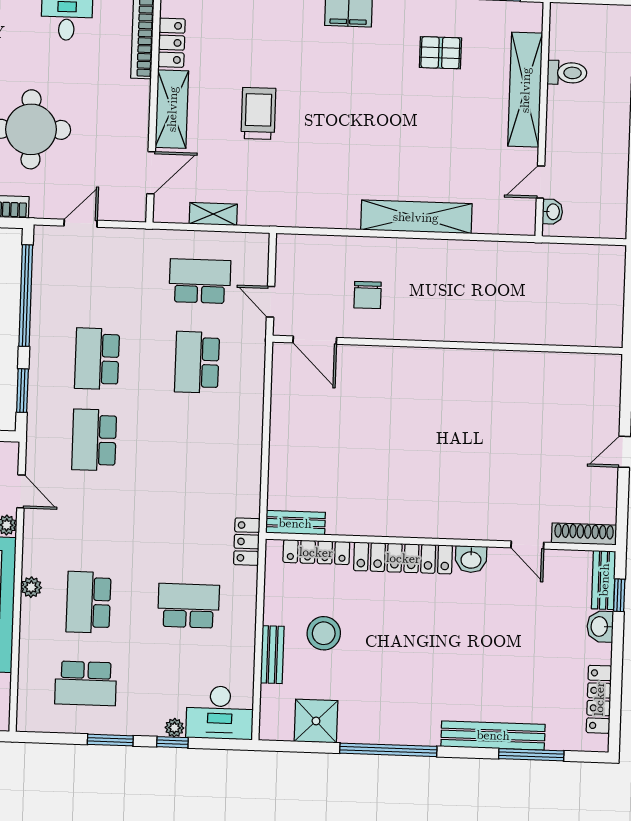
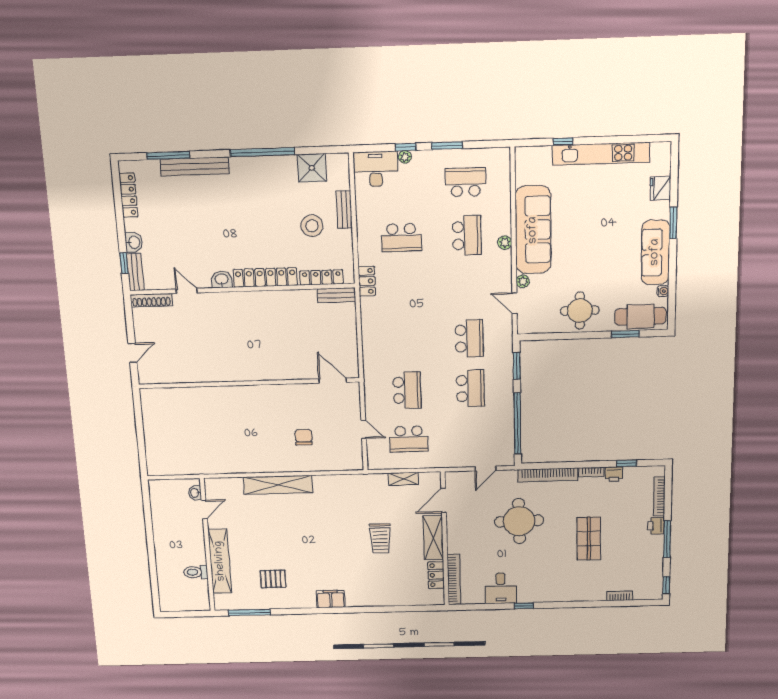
door: (315, 340) -> (333, 381), moved
wall: (448, 345) -> (249, 383), moved

